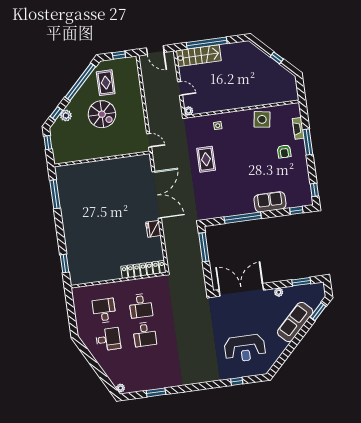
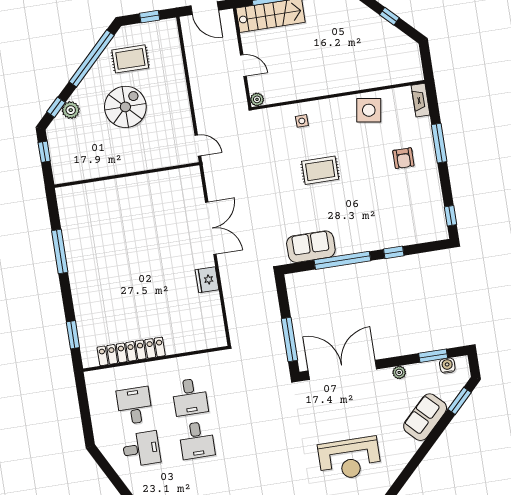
rug: (106, 83) -> (130, 59), turned 90
spiral stairs: (102, 114) -> (125, 107), turned -90
fireplace: (298, 128) -> (421, 100), moved
rug: (206, 159) -> (320, 170), moved, turned 90
window: (55, 194) -> (60, 251), moved
double door: (157, 195) -> (211, 228), width x0.73
sofa: (270, 202) -> (311, 247), moved
window: (296, 210) -> (394, 252), moved
window: (204, 247) -> (289, 339), moved
locker: (143, 269) -> (131, 351), moved
water cooler: (310, 288) -> (447, 366), added
sofa: (295, 322) -> (425, 417), width x0.73

